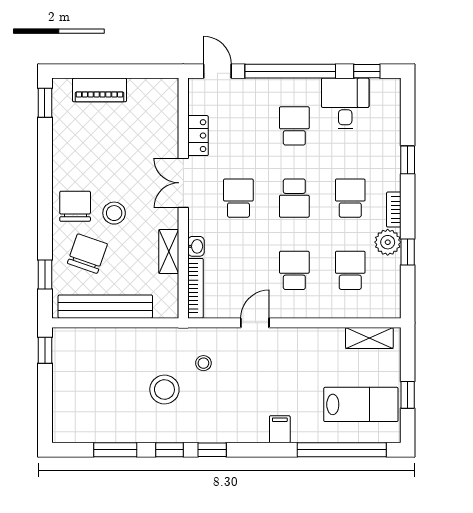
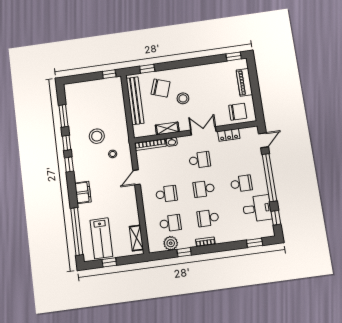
window: (408, 160) -> (255, 243), moved
school desk: (350, 198) -> (208, 218), turned 180
chair: (75, 206) -> (238, 112), moved
plant: (388, 242) -> (171, 243), moved
door: (255, 323) -> (137, 177), swing flipped
filing cabinet: (280, 429) -> (83, 192), width x2.00

